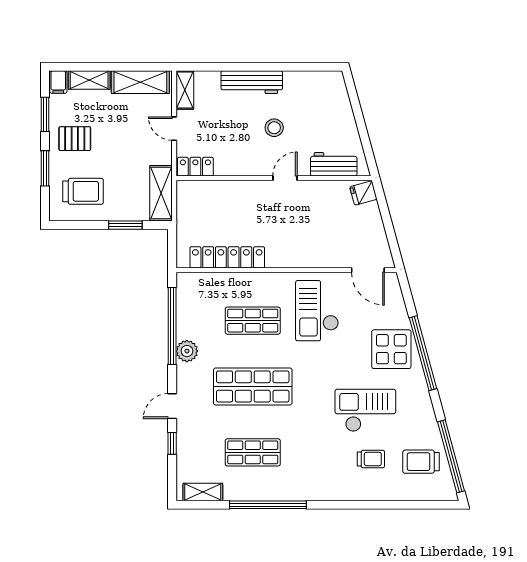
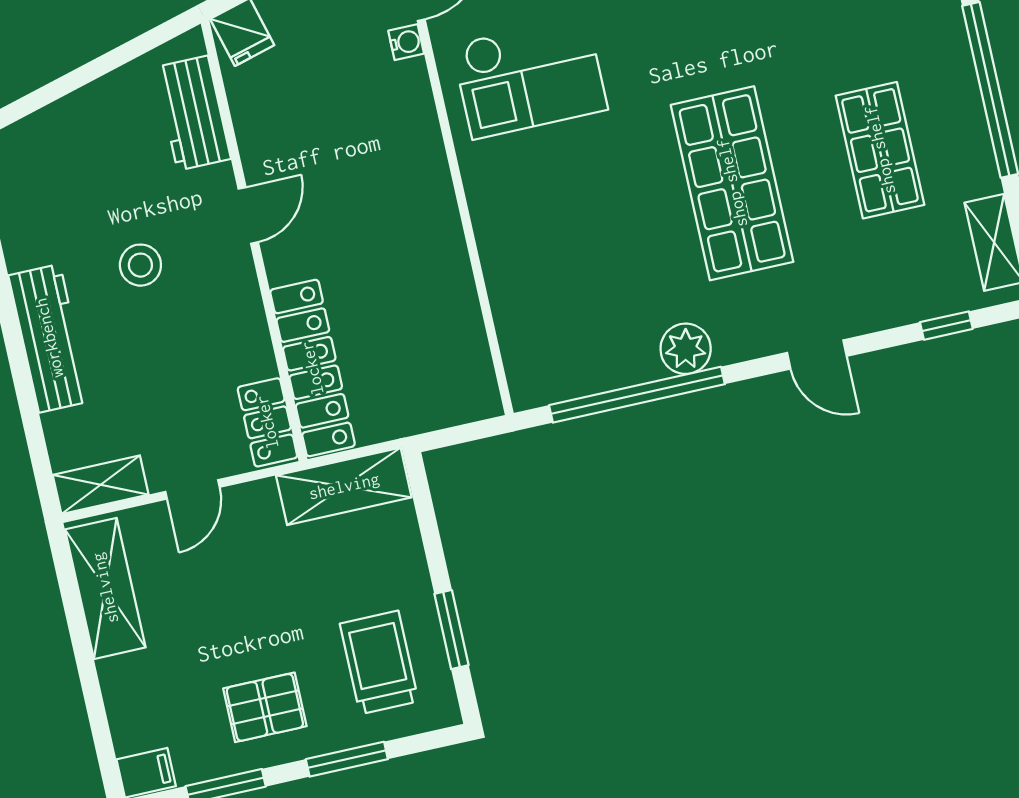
shelving: (89, 80) -> (126, 704), removed
pallet: (75, 139) -> (265, 707), turned 90
door: (285, 178) -> (248, 215), swing flipped
window: (125, 225) -> (451, 630), moved
locker: (227, 257) -> (312, 368), moved, turned 180
water cooler: (344, 262) -> (406, 42), added
shop shelf: (253, 321) -> (584, 216), removed
window: (172, 443) -> (946, 326), moved

